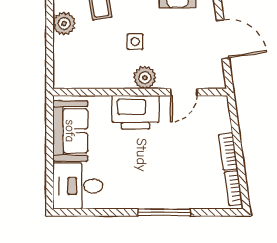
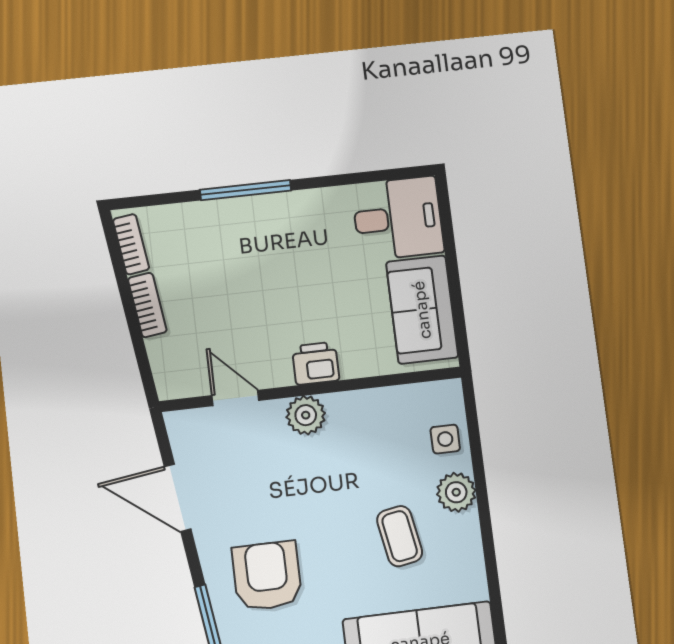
side table: (135, 41) -> (445, 439), moved
door: (184, 92) -> (235, 398), hinge flipped
printer: (136, 112) -> (316, 363), width x0.53, depth x0.68

